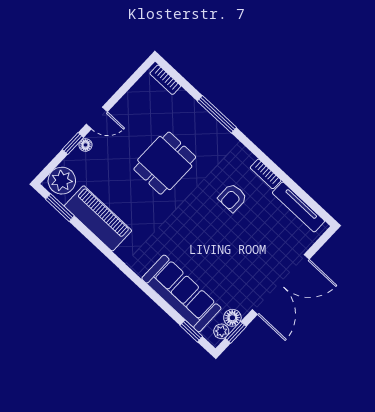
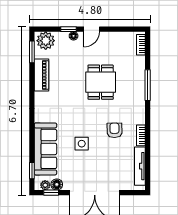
door: (97, 118) -> (92, 29), hinge flipped
dining table: (165, 163) -> (101, 82), turned 90
armchair: (232, 198) -> (114, 130), turned 89
piano: (98, 218) -> (42, 75), width x0.73, depth x0.75
side table: (213, 248) -> (82, 144), added

